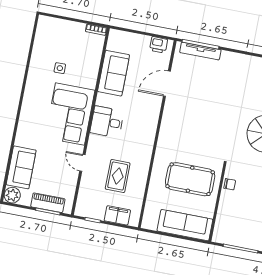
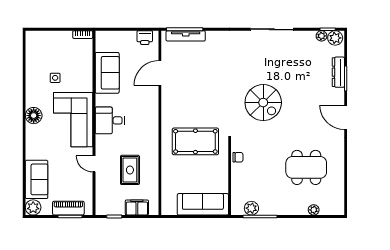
floor lamp: (31, 102) -> (34, 116), added
pool table: (190, 179) -> (195, 141), moved
plant: (233, 238) -> (251, 208), added

